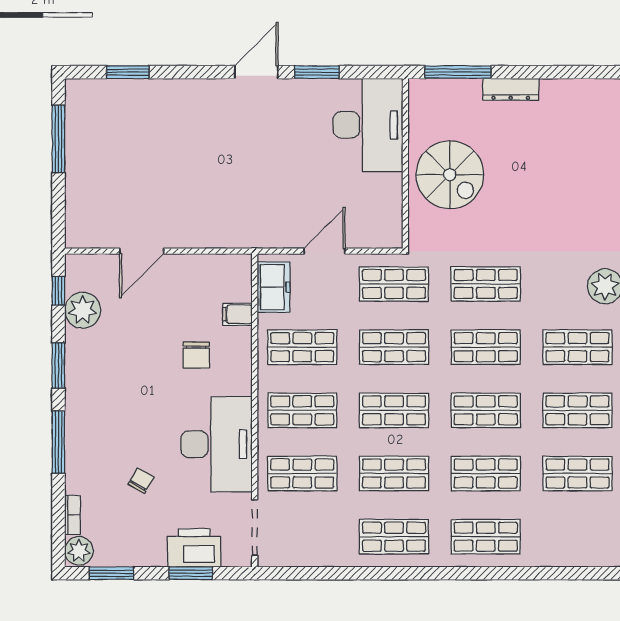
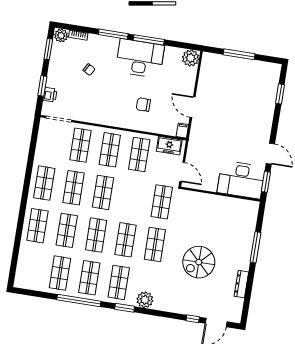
dresser: (511, 89) -> (241, 284), moved
desk: (368, 125) -> (241, 180), moved
window: (58, 139) -> (239, 54), moved
wall: (405, 163) -> (220, 194), moved
spiral stairs: (450, 175) -> (199, 262), moved
door: (142, 251) -> (193, 107), moved
window: (58, 291) -> (184, 45), removed
plant: (83, 310) -> (191, 58), moved
filing cabinet: (237, 314) -> (182, 131), moved
shop shelf: (394, 347) -> (132, 197), removed
window: (58, 365) -> (149, 40), width x1.44
desk: (217, 444) -> (140, 58), moved, turned 180
printer: (194, 548) -> (50, 95), width x0.53, depth x0.68

